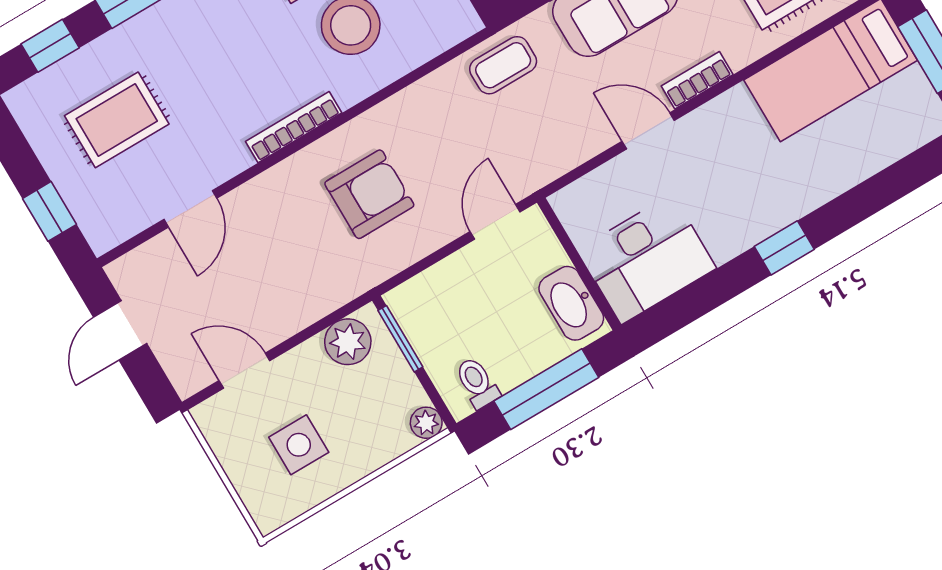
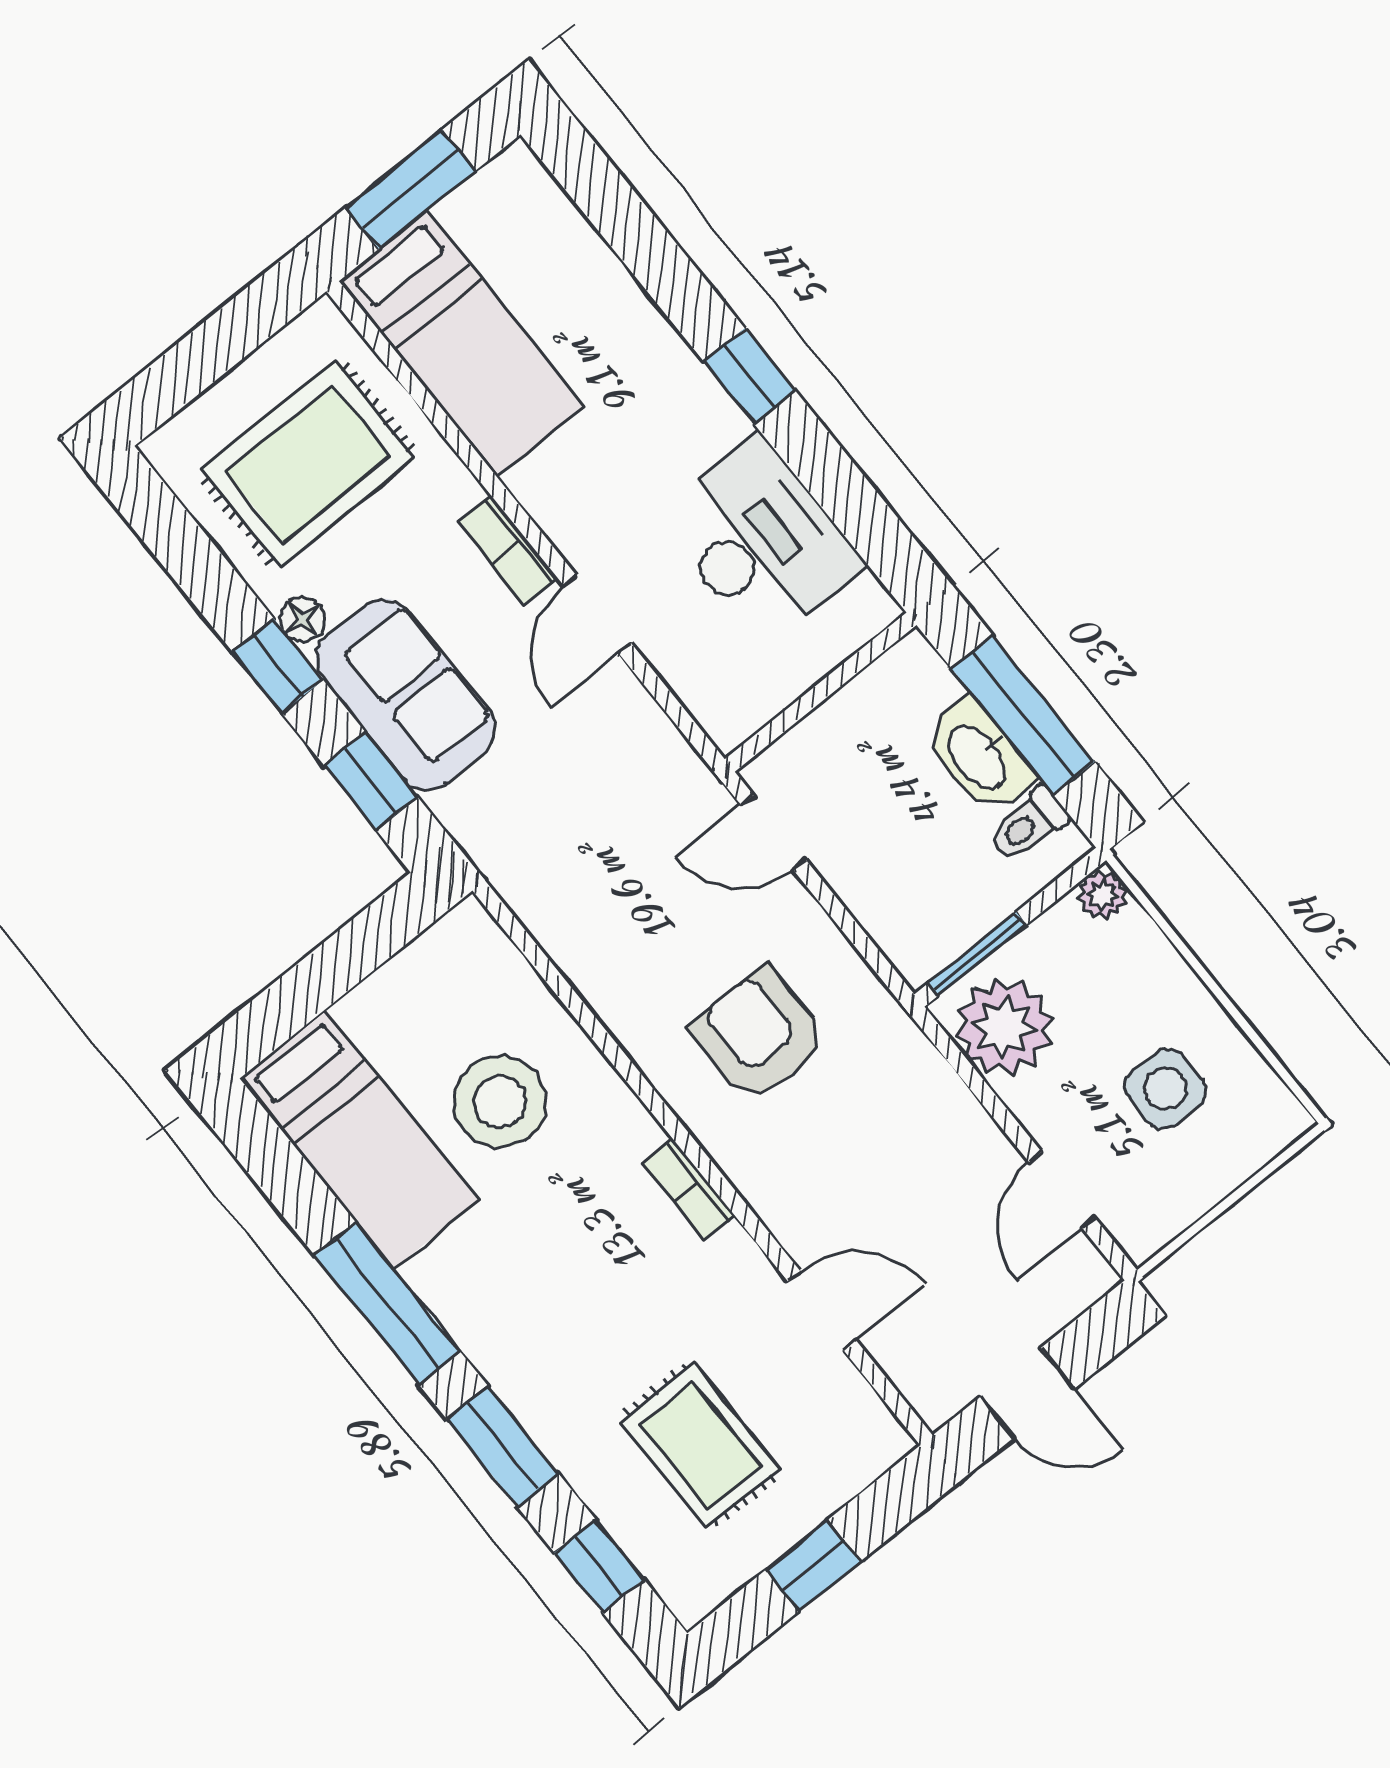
coffee table: (503, 65) -> (528, 855), removed
bookcase: (294, 127) -> (689, 1189), width x0.64
window: (50, 211) -> (813, 1565), moved
desk: (647, 259) -> (760, 541), moved
washbasin: (571, 303) -> (978, 756), moved, turned 90
plant: (348, 342) -> (1004, 1027), width x1.36, depth x1.36

